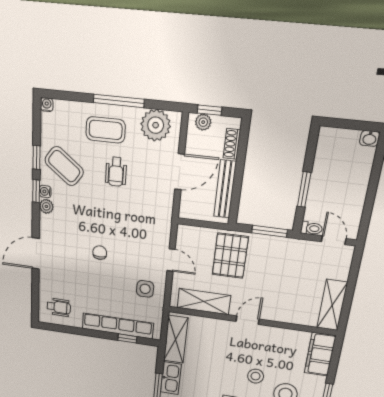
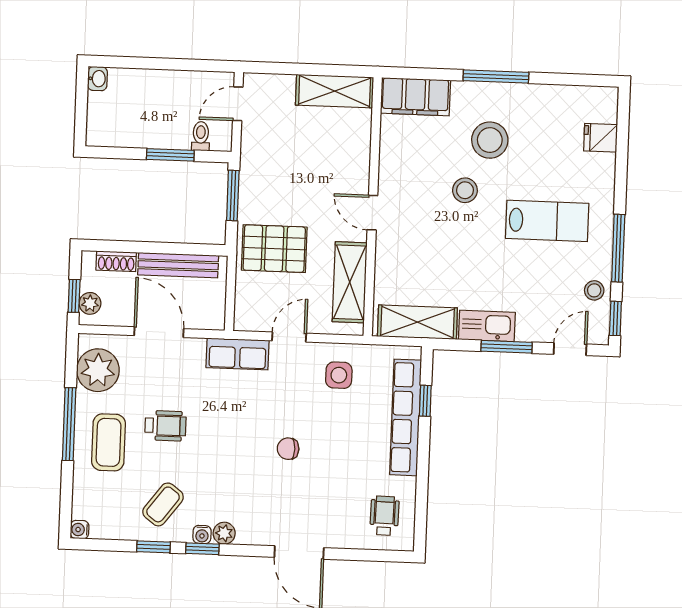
coffee table: (64, 166) -> (163, 504), width x0.73, depth x0.77
row of seats: (162, 225) -> (238, 354), added
toilet: (311, 228) -> (201, 136), moved

